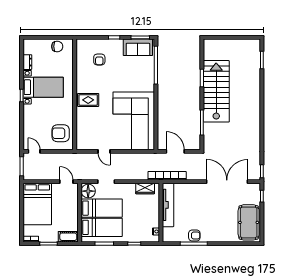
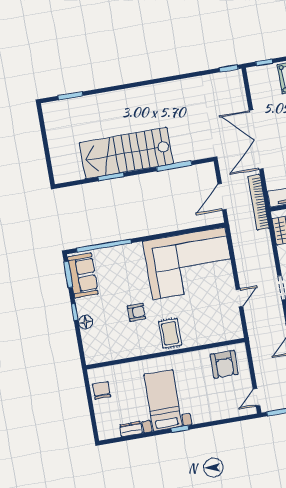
floor lamp: (106, 44) -> (86, 322), added
armchair: (99, 59) -> (136, 312), moved
double door: (227, 182) -> (256, 140), moved

